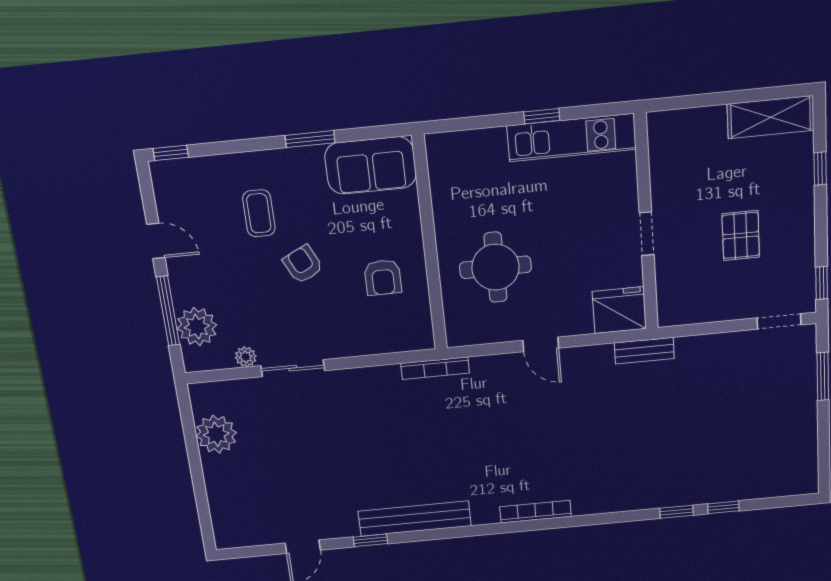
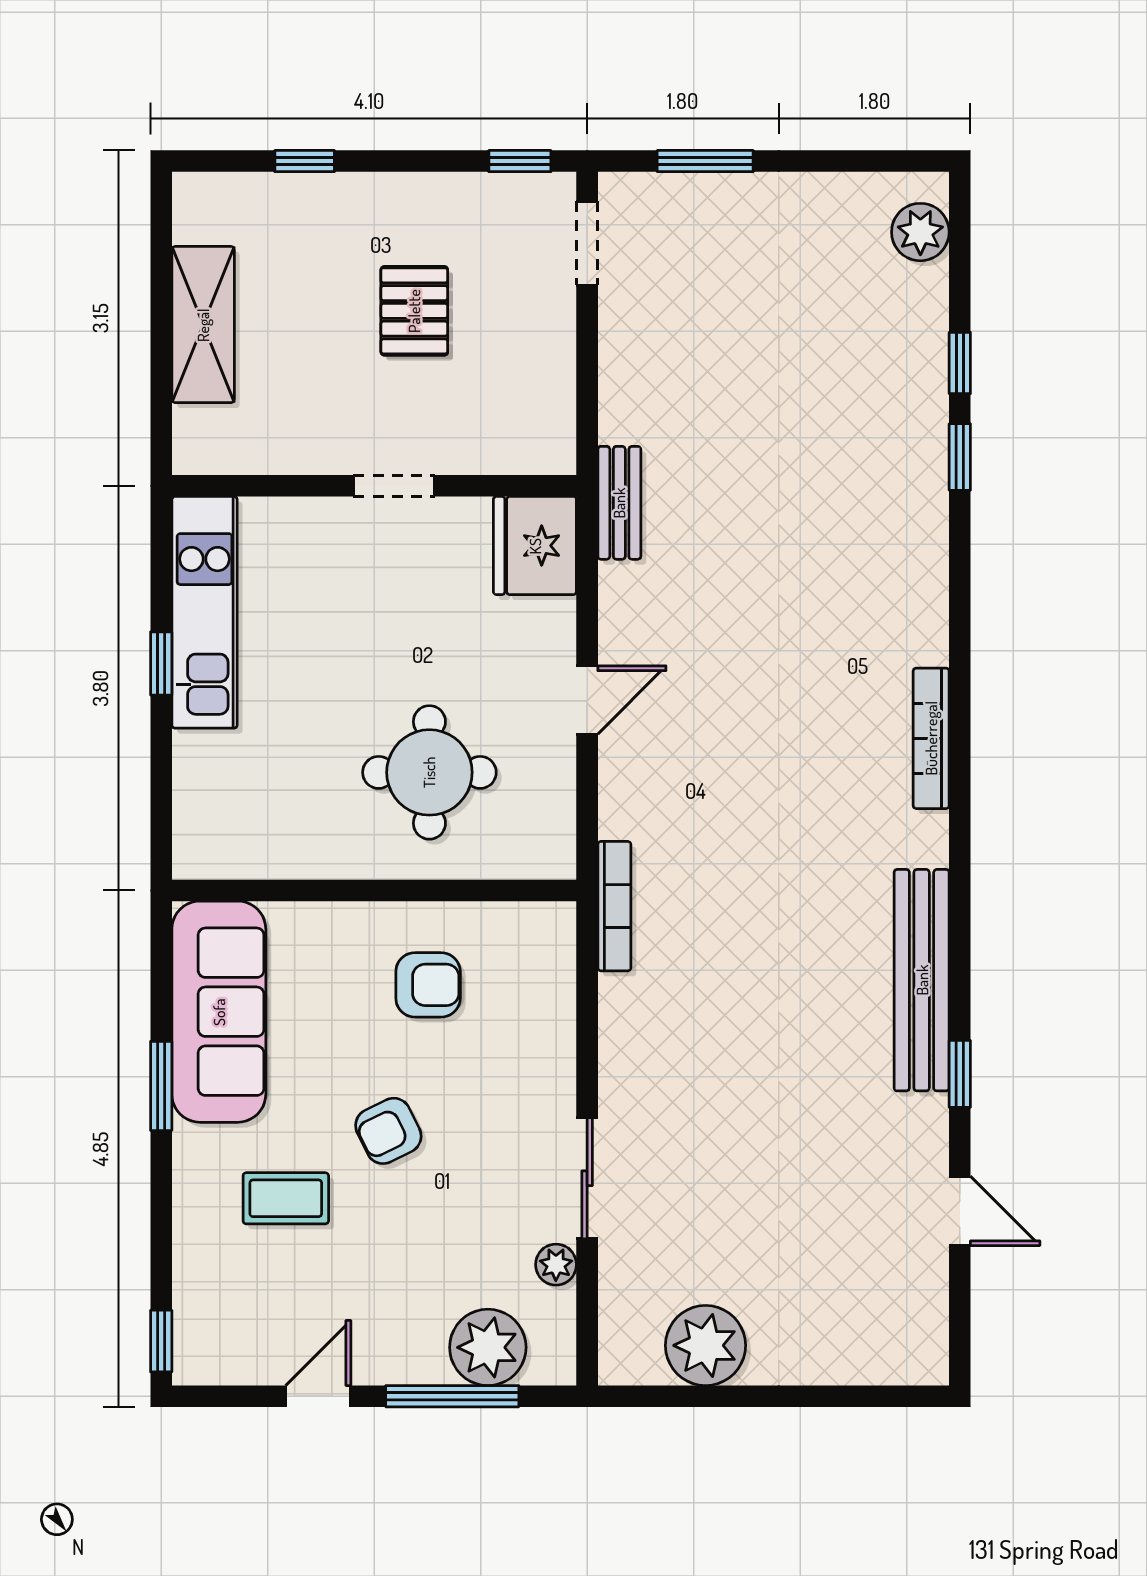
shelving: (771, 117) -> (203, 325), moved
sofa: (371, 165) -> (219, 1012), width x1.36
pallet: (741, 235) -> (414, 311), turned 90
plant: (788, 483) -> (920, 232), added

